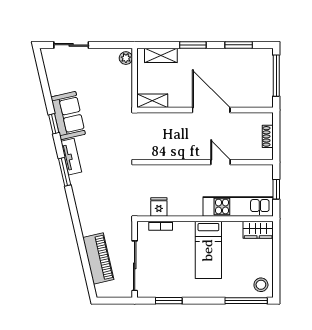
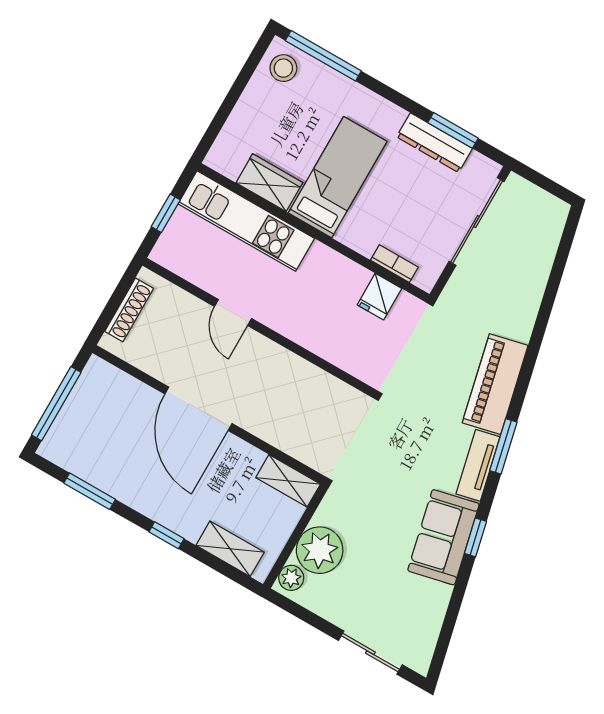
window: (193, 45) -> (166, 535), width x0.67
plant: (120, 78) -> (320, 550), added
shoe rack: (268, 136) -> (129, 310), width x1.43
wardrobe: (258, 230) -> (269, 183), moved
piano: (98, 259) -> (495, 384), moved
dresser: (174, 290) -> (434, 143), added

